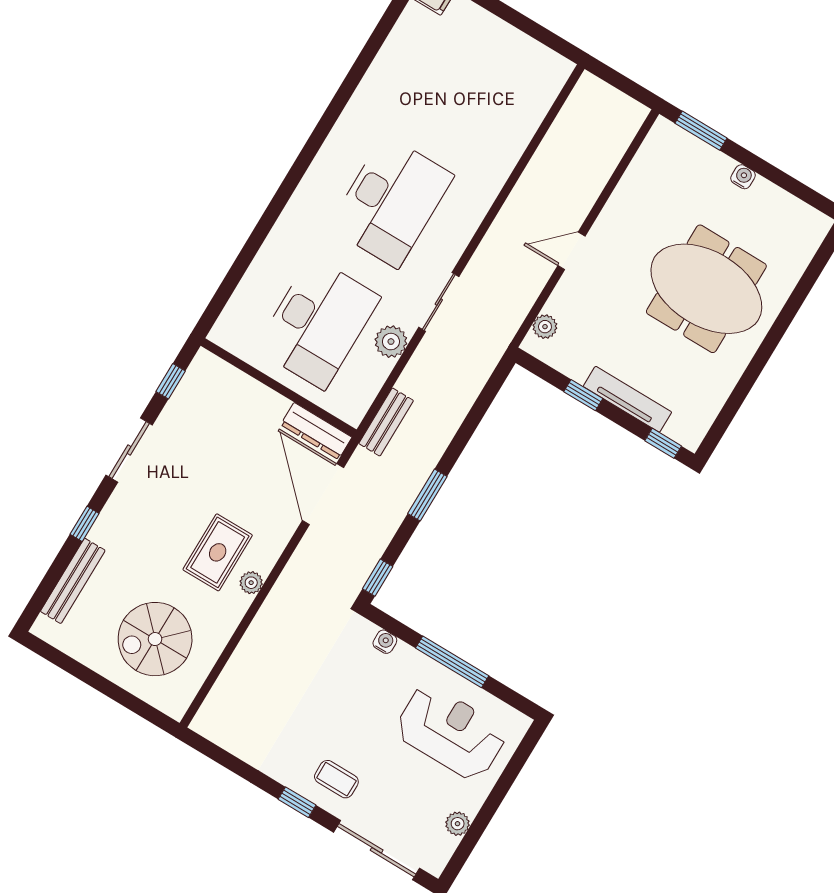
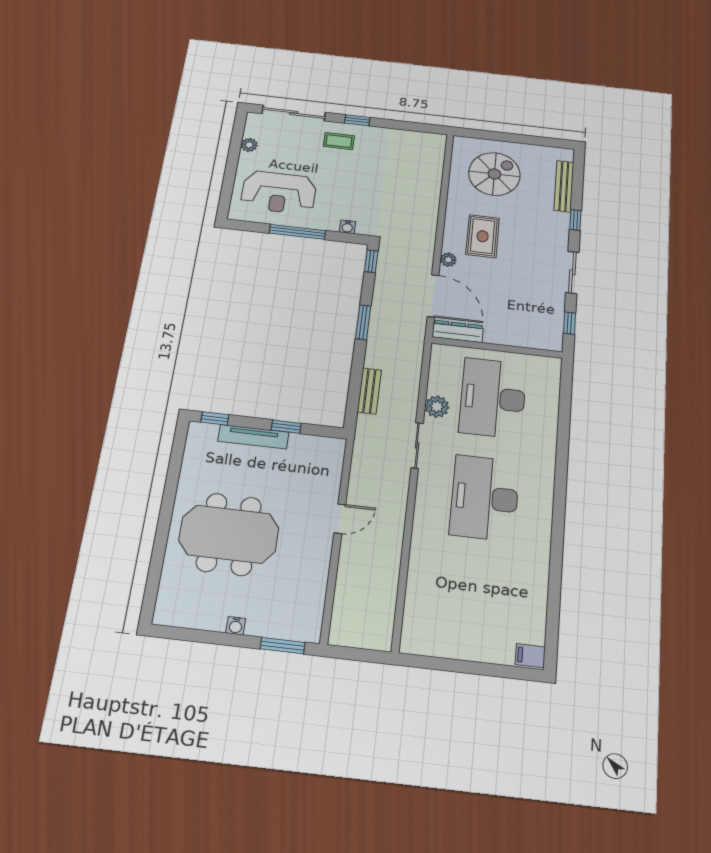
plant: (545, 327) -> (335, 460), removed
bench: (386, 422) -> (369, 391), moved
plant: (251, 583) -> (448, 260), moved

